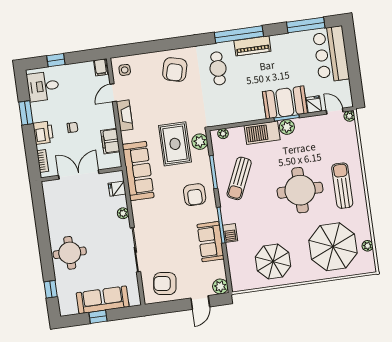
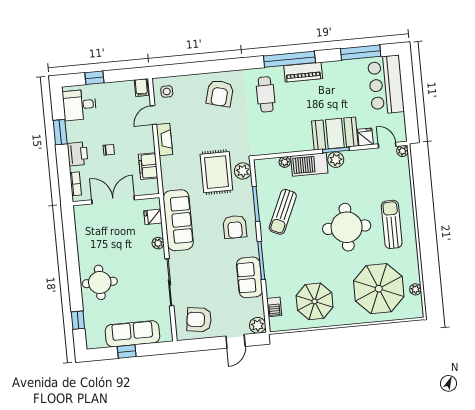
plant: (223, 134) -> (285, 162), moved
sofa: (138, 171) -> (178, 220), moved
barbecue: (230, 233) -> (274, 307), moved

